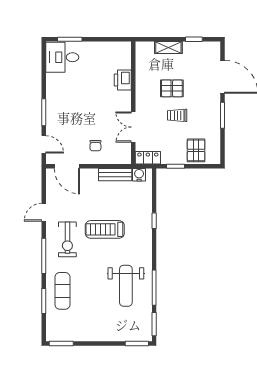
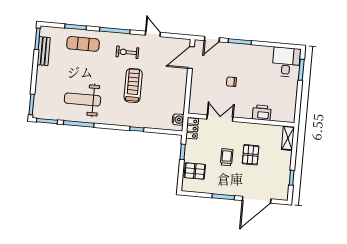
shelving: (168, 47) -> (288, 138), moved
chair: (95, 146) -> (231, 82), moved
bench: (115, 175) -> (44, 51), moved
exercise bike: (67, 239) -> (127, 52), width x0.73, depth x0.72

